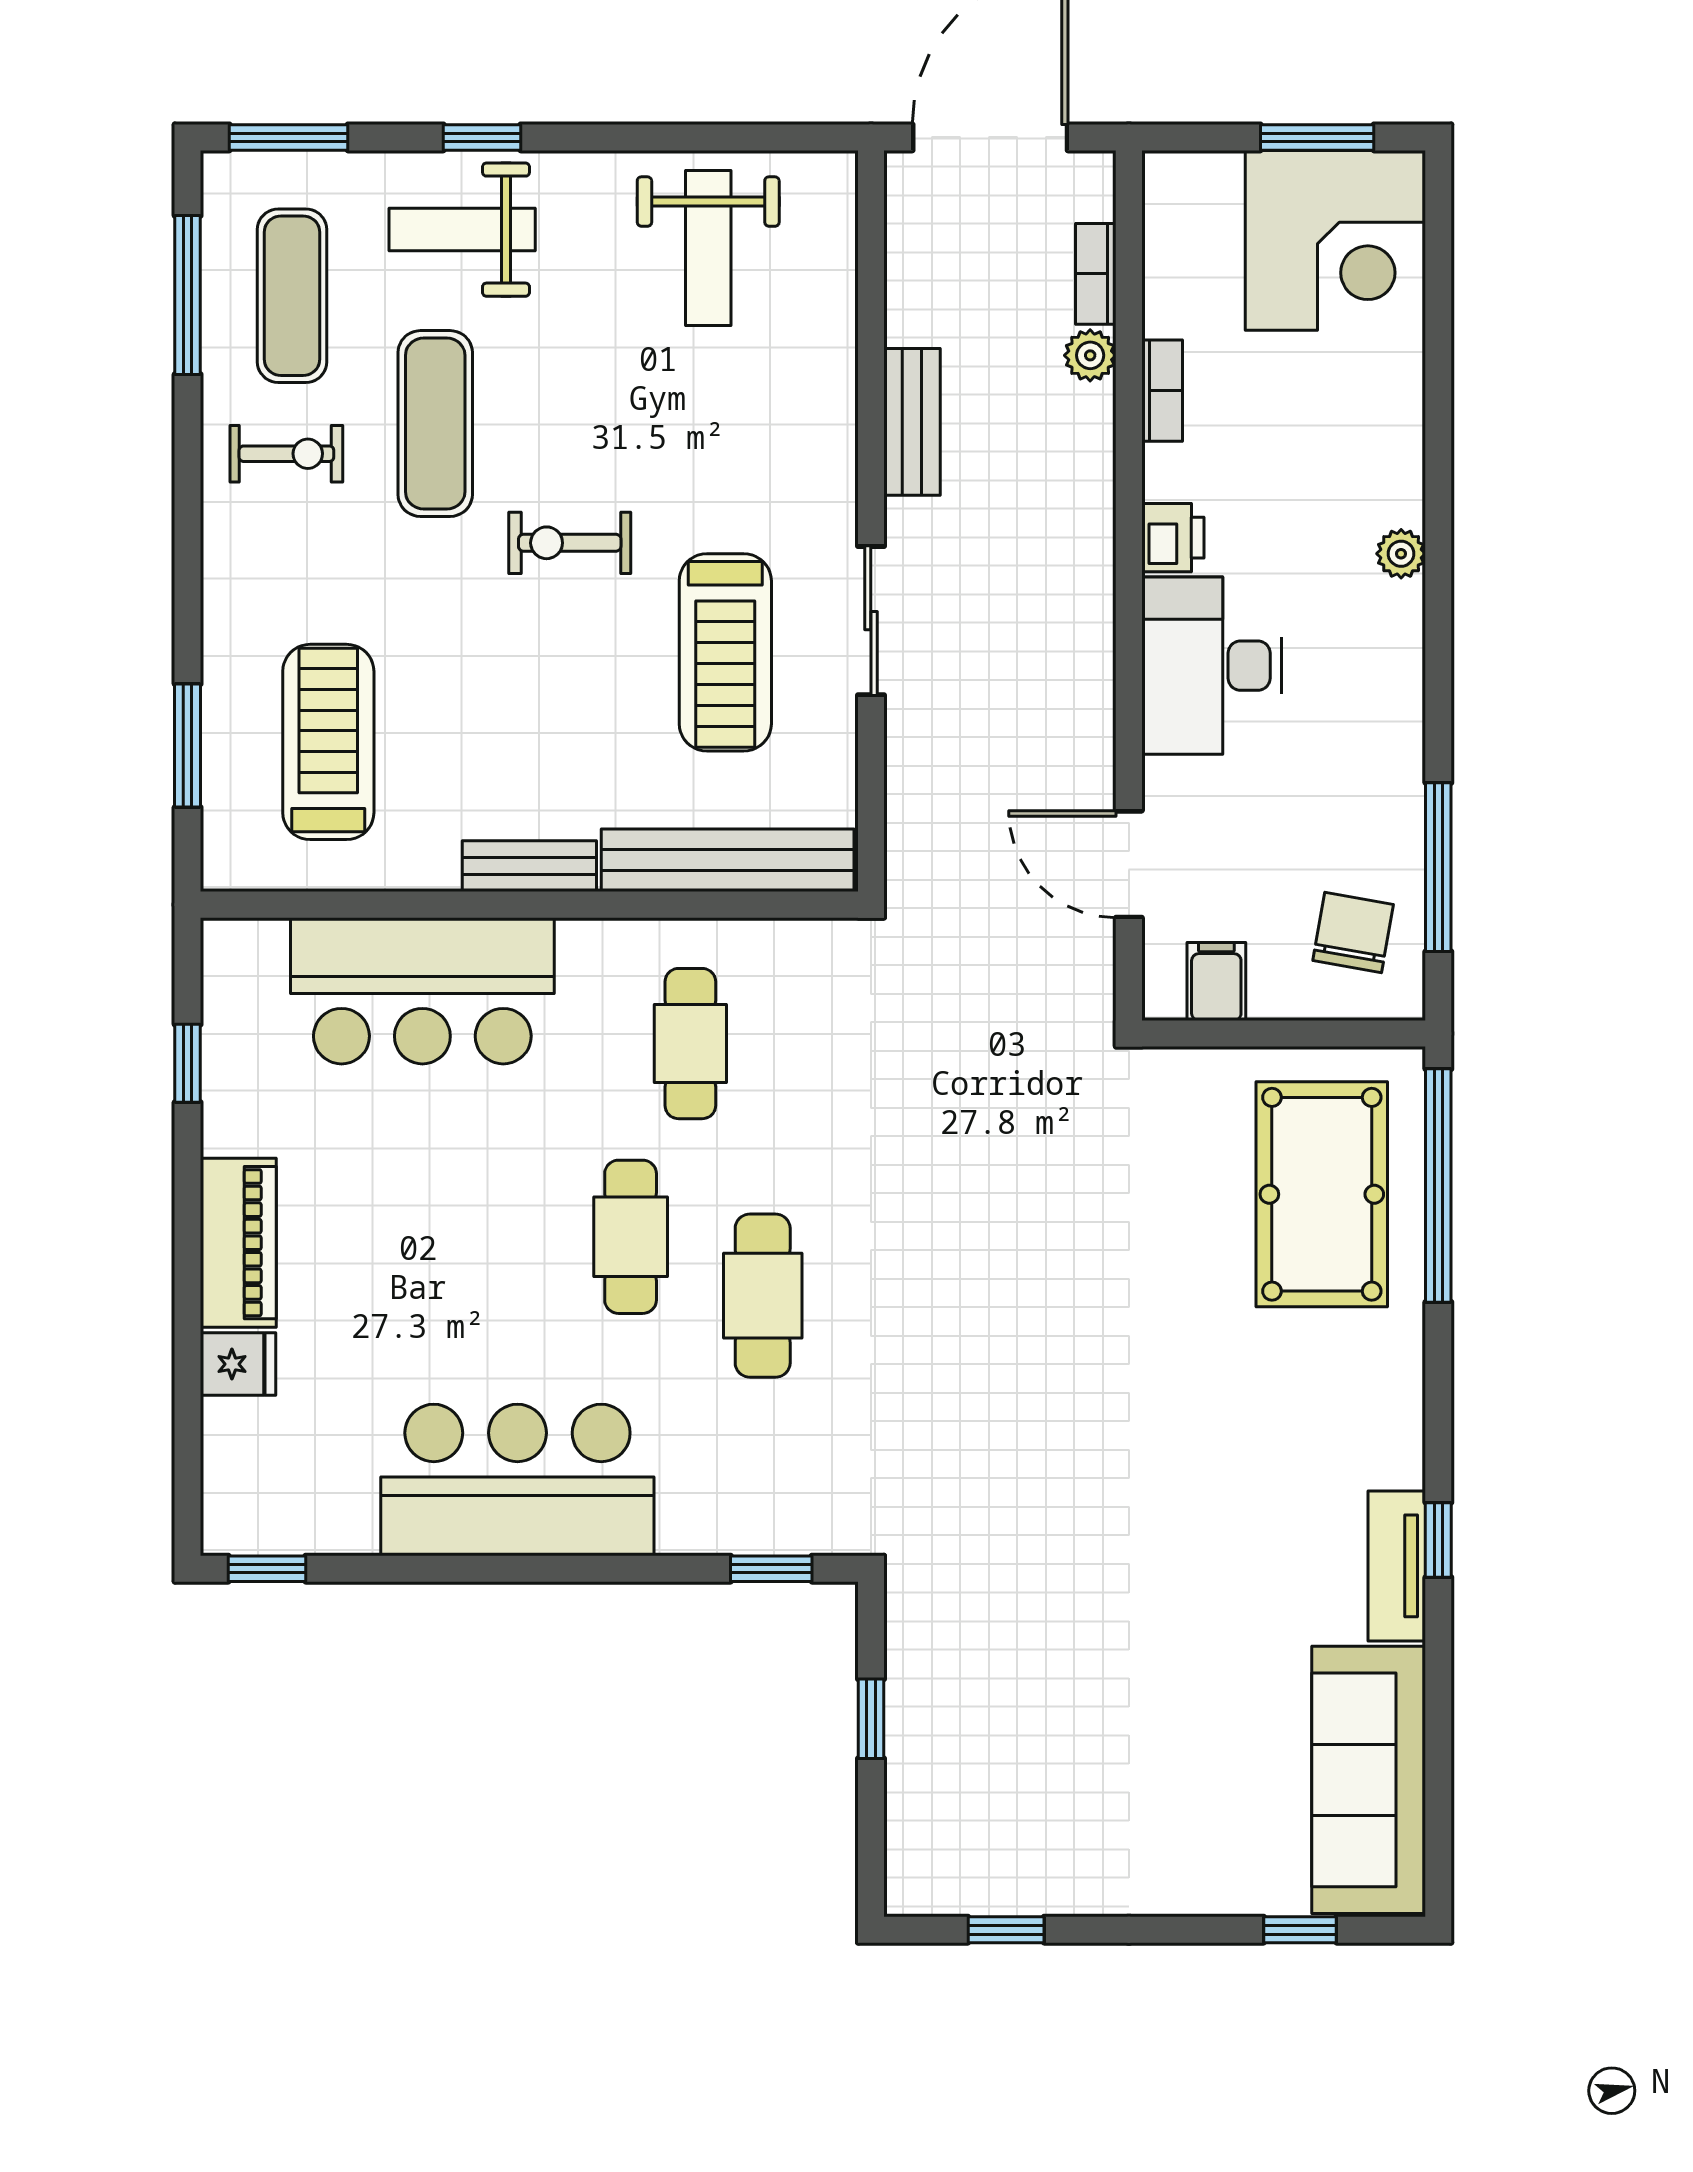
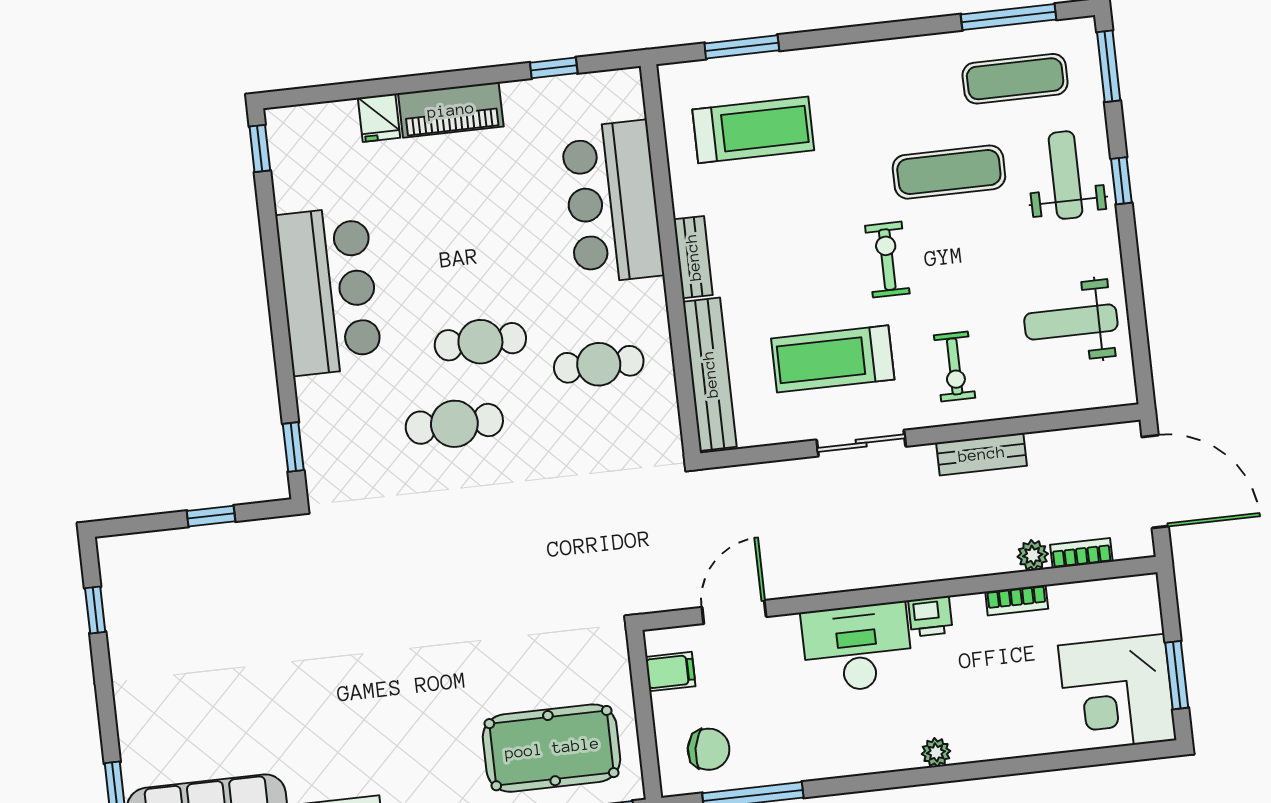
exercise bike: (286, 454) -> (955, 366), moved

